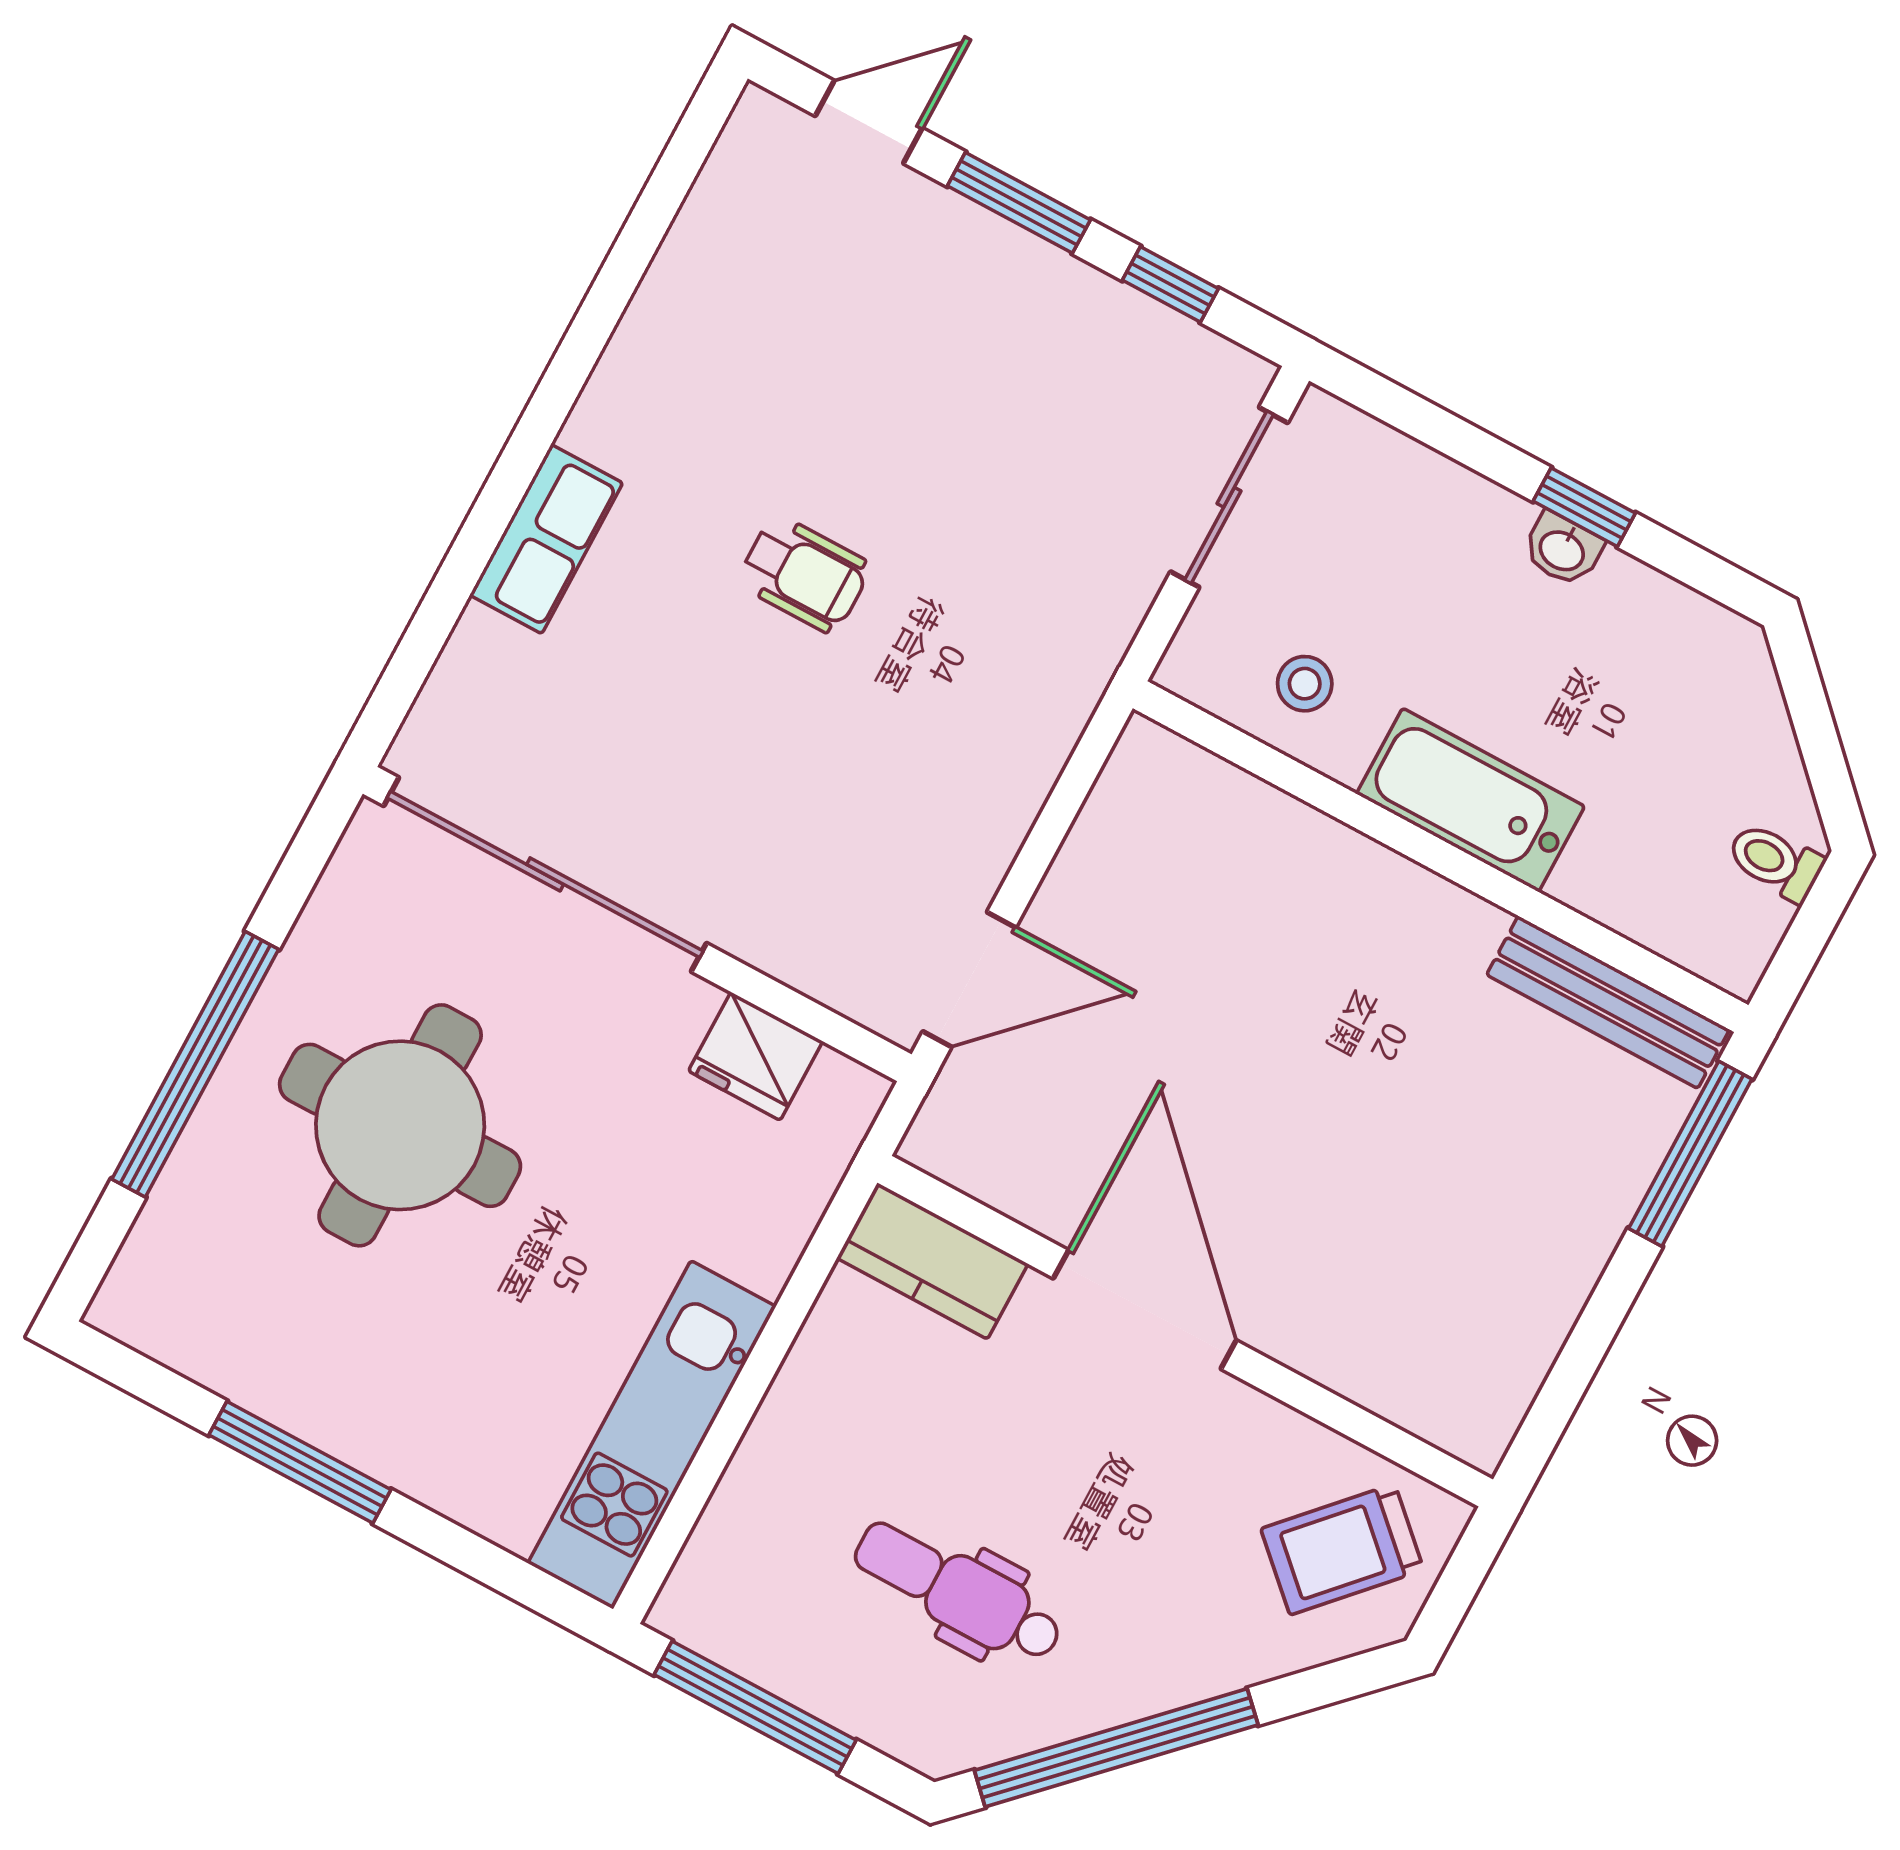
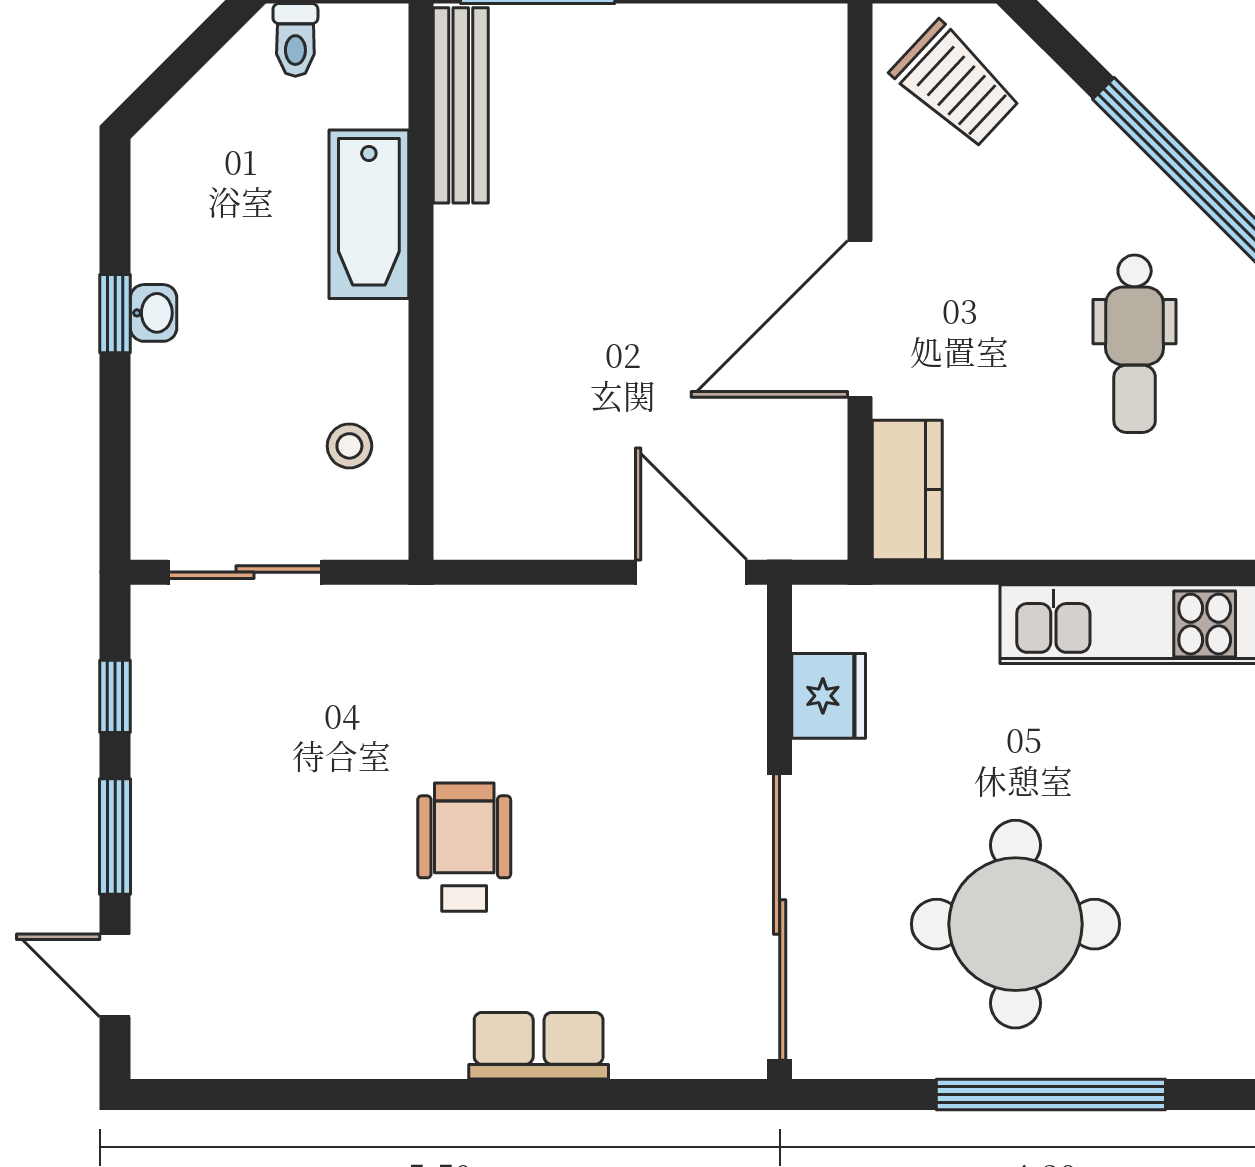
wheelchair: (804, 574) -> (464, 847), width x1.36, depth x1.37
bathtub: (1470, 800) -> (369, 214), moved

